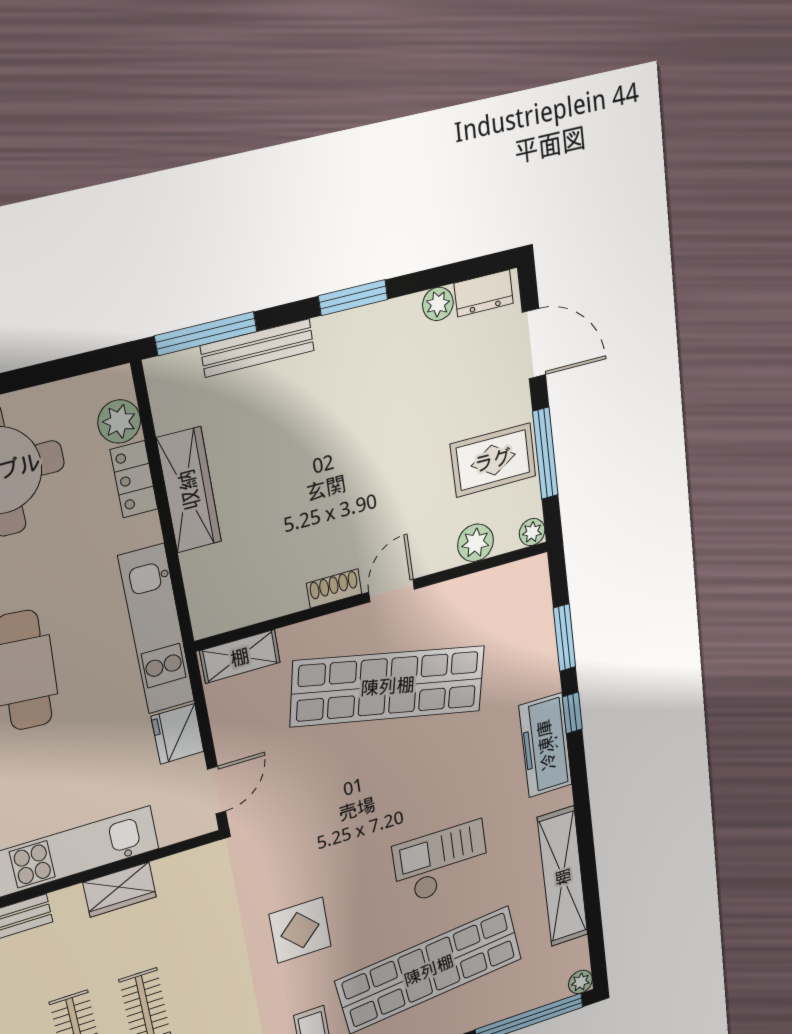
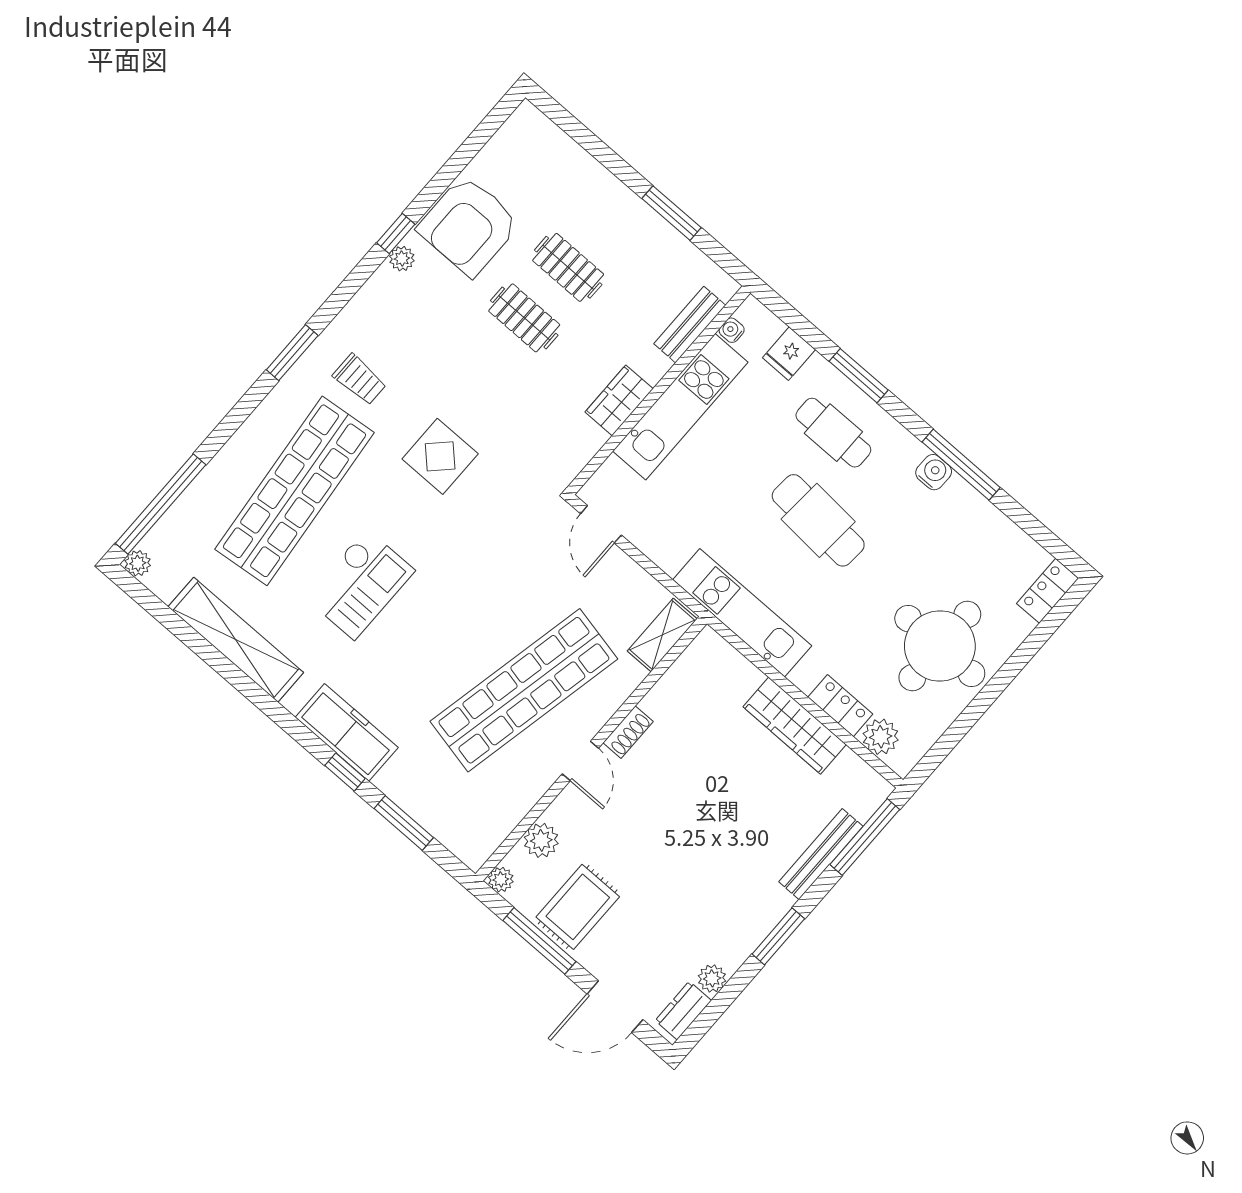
fridge: (177, 734) -> (666, 547), removed

